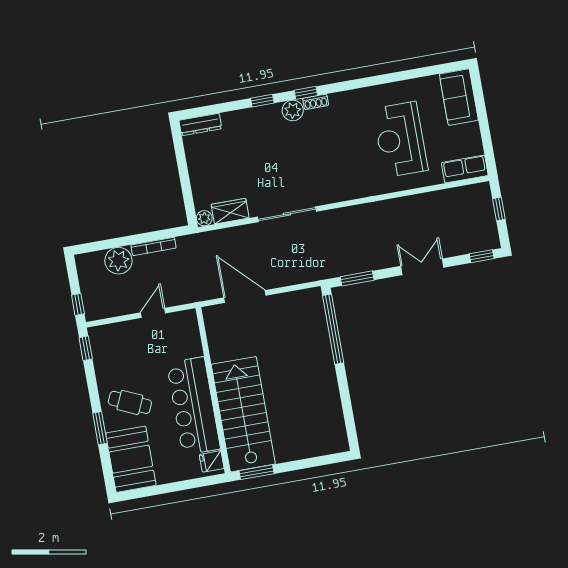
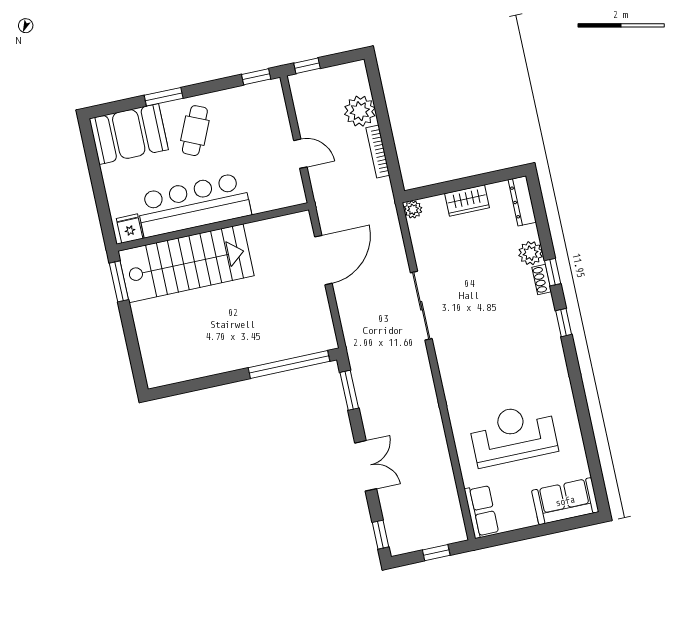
shoe rack: (316, 102) -> (542, 279), moved
plant: (293, 110) -> (531, 253), moved
wardrobe: (230, 211) -> (467, 201), moved, turned 90

